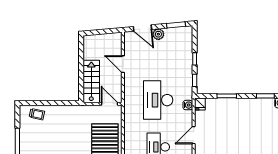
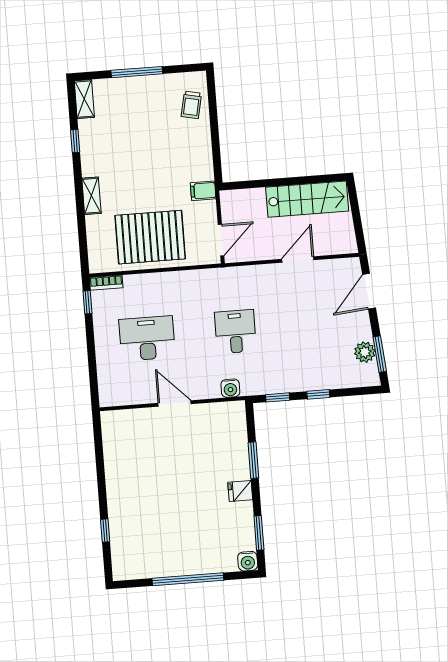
plant: (158, 34) -> (365, 352), moved
stairs: (91, 82) -> (307, 199), moved
desk: (158, 100) -> (235, 332), width x0.53, depth x0.77
fridge: (200, 104) -> (240, 491), moved
filing cabinet: (83, 111) -> (203, 191), added

